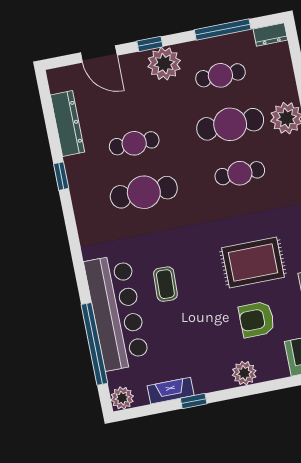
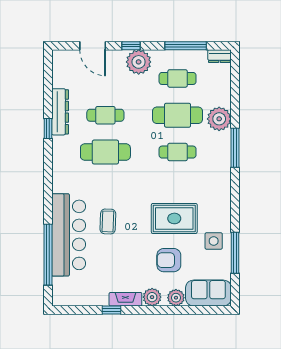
dresser: (67, 123) -> (60, 112), moved
fireplace: (171, 391) -> (125, 299), moved
plant: (122, 398) -> (176, 298), moved

